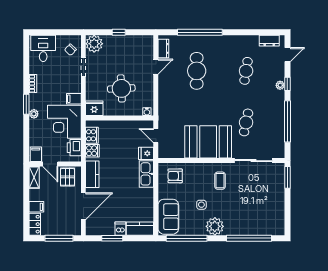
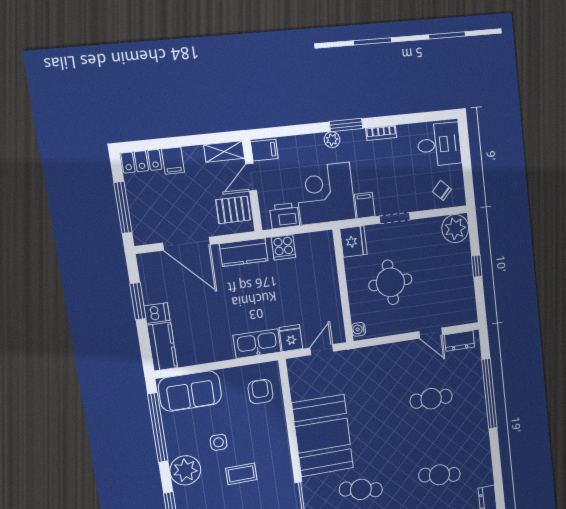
doorway: (83, 67) -> (395, 218), moved
cafe table: (197, 71) -> (431, 399), width x0.73, depth x0.74
cooker: (92, 135) -> (309, 243), removed
coffee table: (220, 181) -> (241, 474), moved

